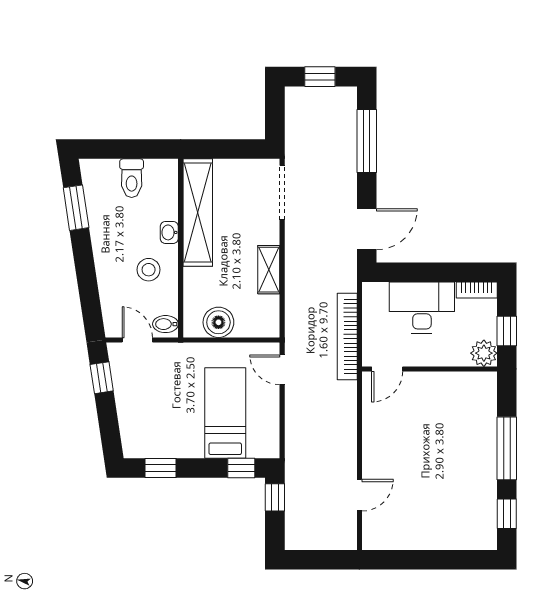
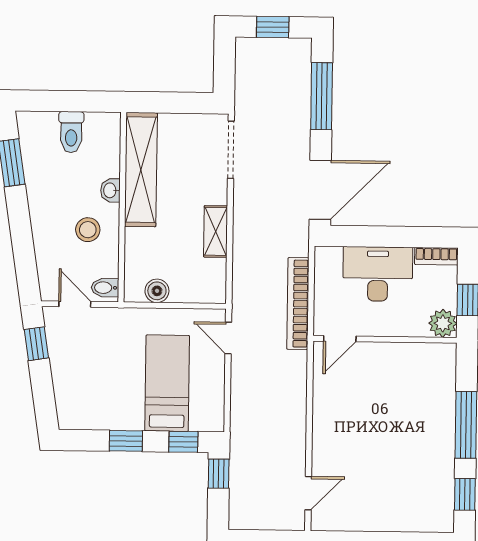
door: (367, 229) -> (320, 190), width x1.36
boiler: (218, 322) -> (157, 291), width x0.73, depth x0.73
window: (161, 468) -> (126, 441), moved
door: (359, 495) -> (308, 493), moved

